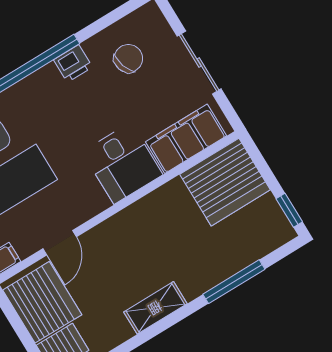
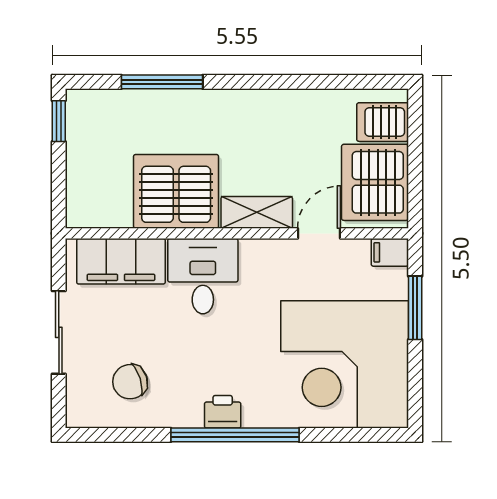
printer: (73, 63) -> (223, 412), moved
server rack: (225, 182) -> (176, 191), moved
shelving: (155, 308) -> (257, 212), moved

